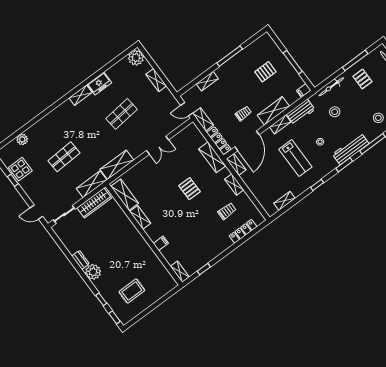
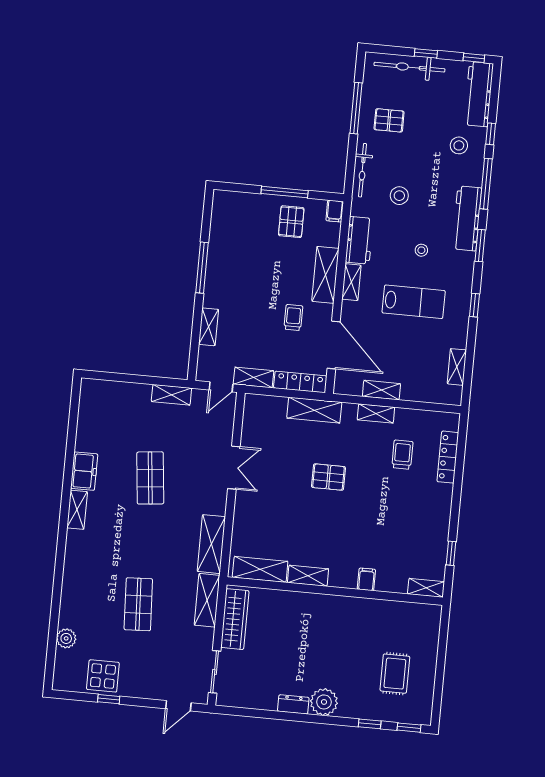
plant: (136, 58) -> (93, 392), removed
pallet: (265, 72) -> (291, 222), moved
shelving: (156, 80) -> (171, 395), moved
shelving: (236, 164) -> (381, 390), moved

